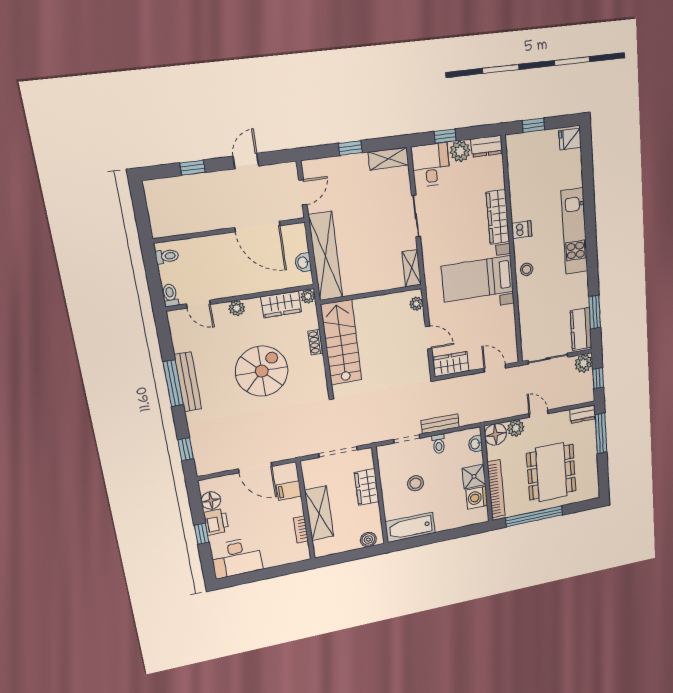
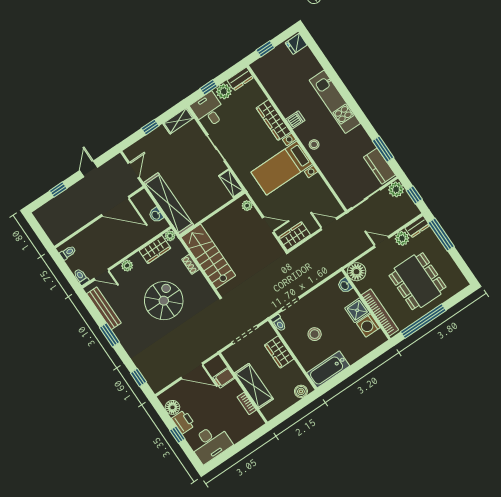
bench: (188, 382) -> (104, 308), moved
window: (173, 383) -> (110, 335), width x0.69
bench: (440, 424) -> (310, 282), removed
plant: (516, 428) -> (402, 238), moved
toilet: (439, 444) -> (279, 323), moved

